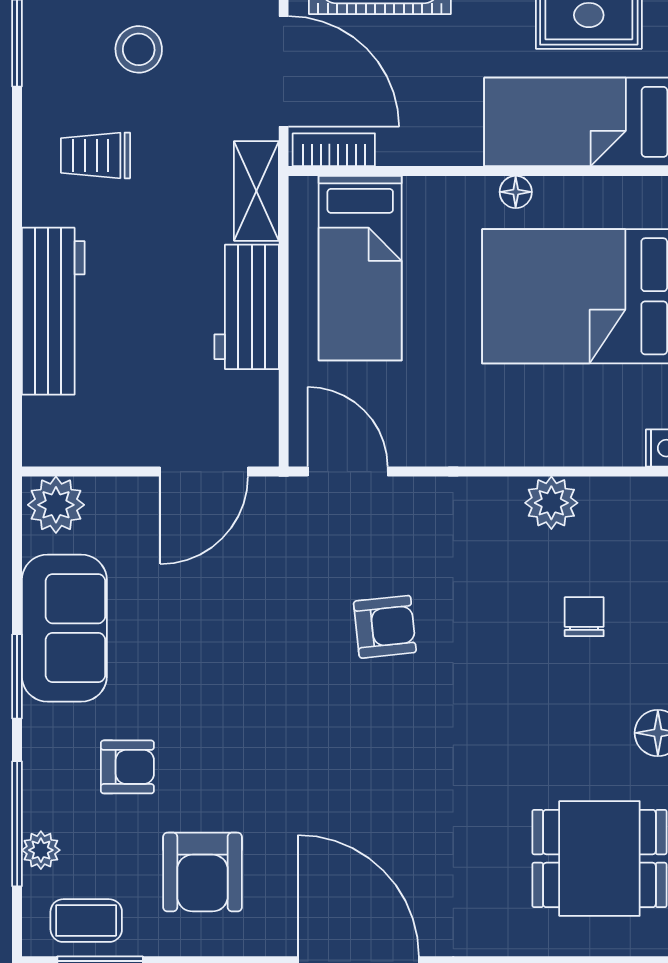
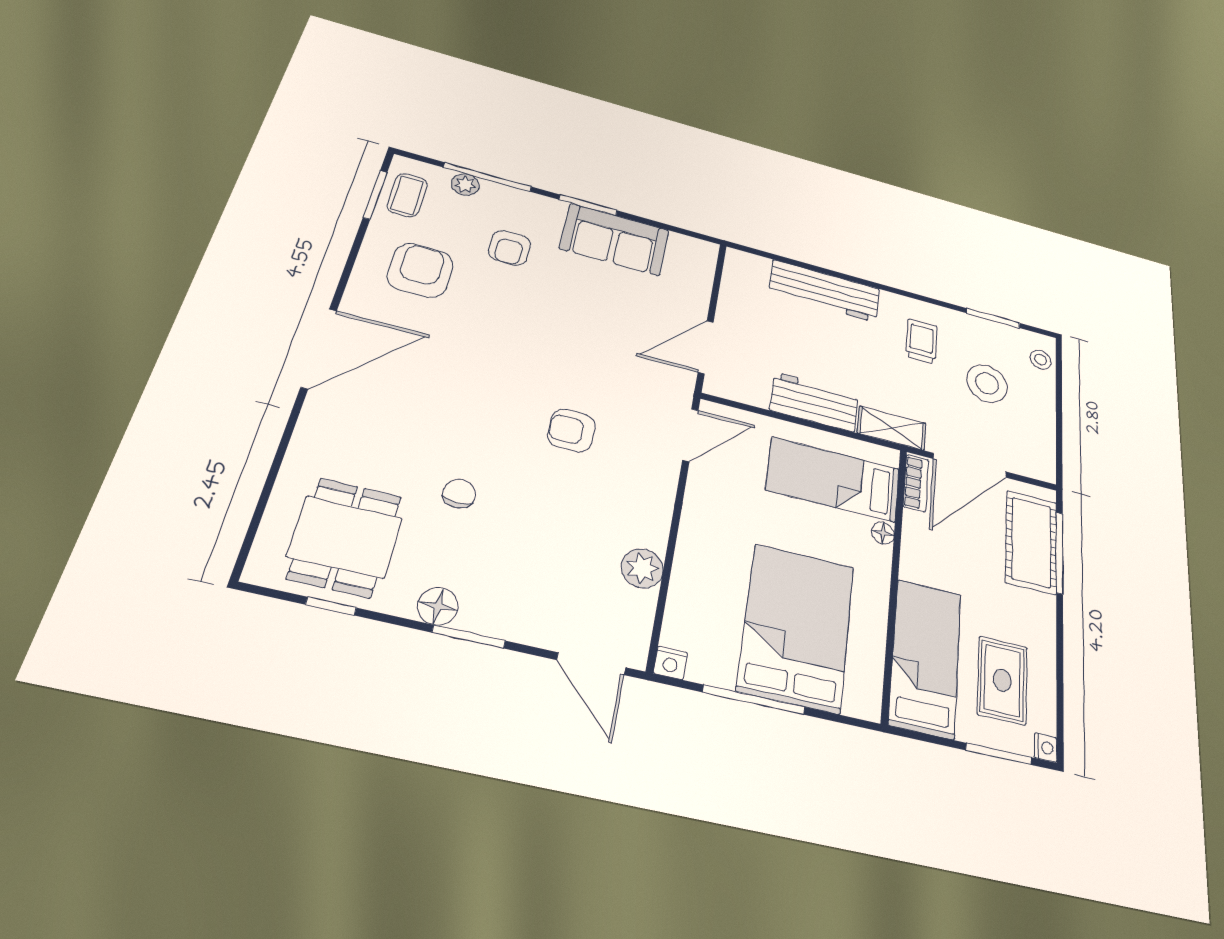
stool: (139, 49) -> (987, 384), width x1.38, depth x1.38
floor lamp: (516, 192) -> (883, 533), moved
door: (204, 472) -> (706, 347), hinge flipped
plant: (56, 505) -> (698, 258), removed
chair: (584, 617) -> (459, 494), moved, turned -90
armchair: (385, 627) -> (572, 430), turned 96
armchair: (202, 872) -> (420, 270), turned 90

